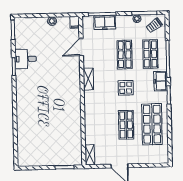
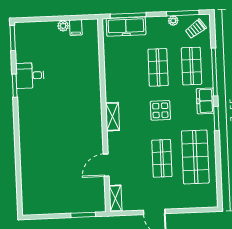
filing cabinet: (75, 22) -> (76, 28), moved
freezer: (105, 23) -> (126, 27), width x1.40
door: (81, 47) -> (106, 165), moved
shelving: (88, 79) -> (112, 117), moved

